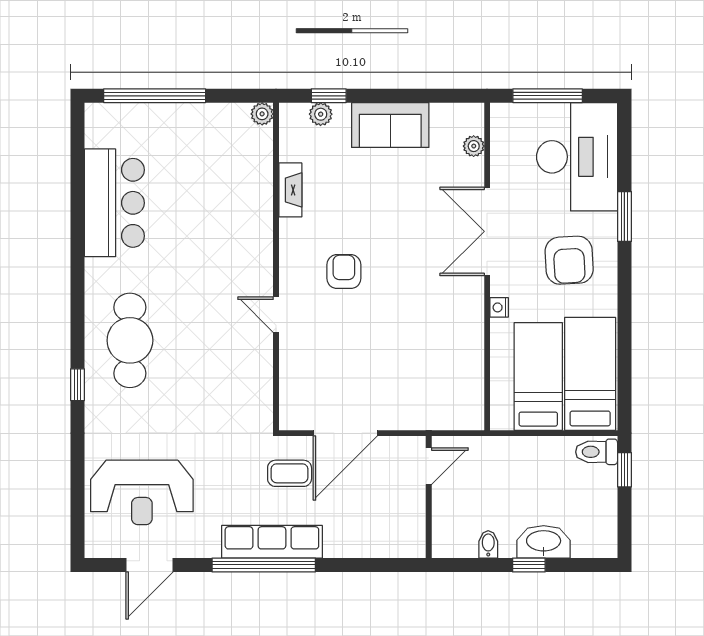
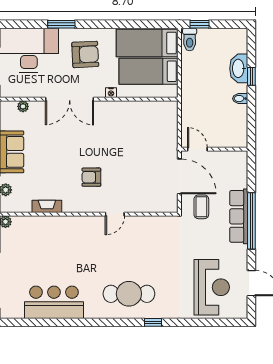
door: (429, 466) -> (197, 149), moved
wall: (429, 497) -> (214, 149), moved

